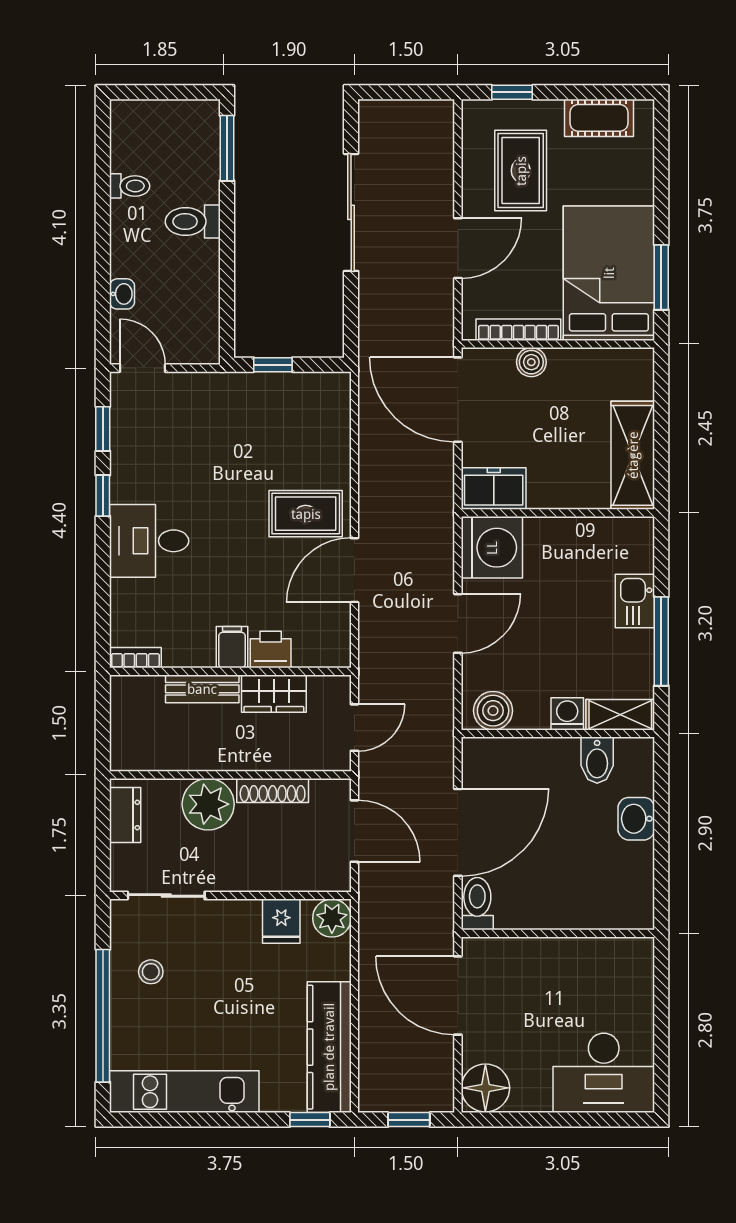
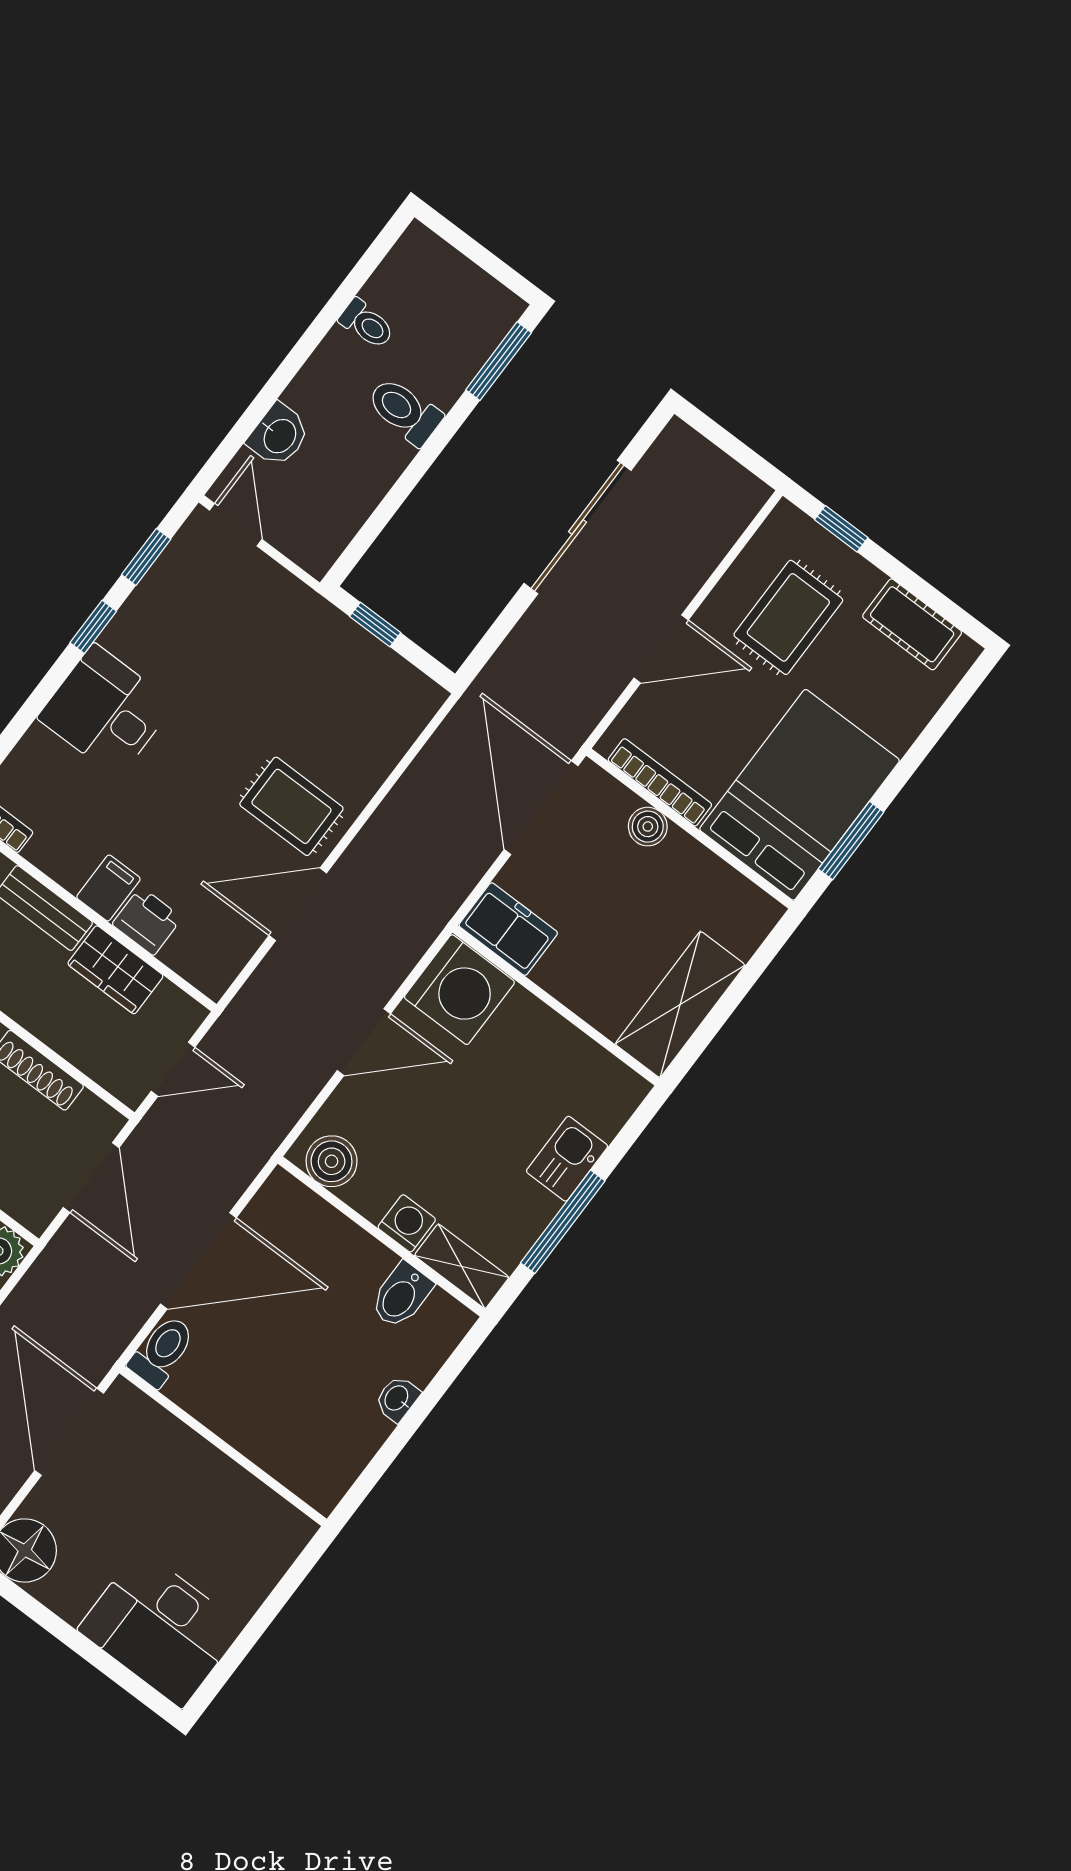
washbasin: (122, 294) -> (279, 435), width x1.38, depth x1.45
washbasin: (636, 819) -> (397, 1399), width x0.72, depth x0.69

